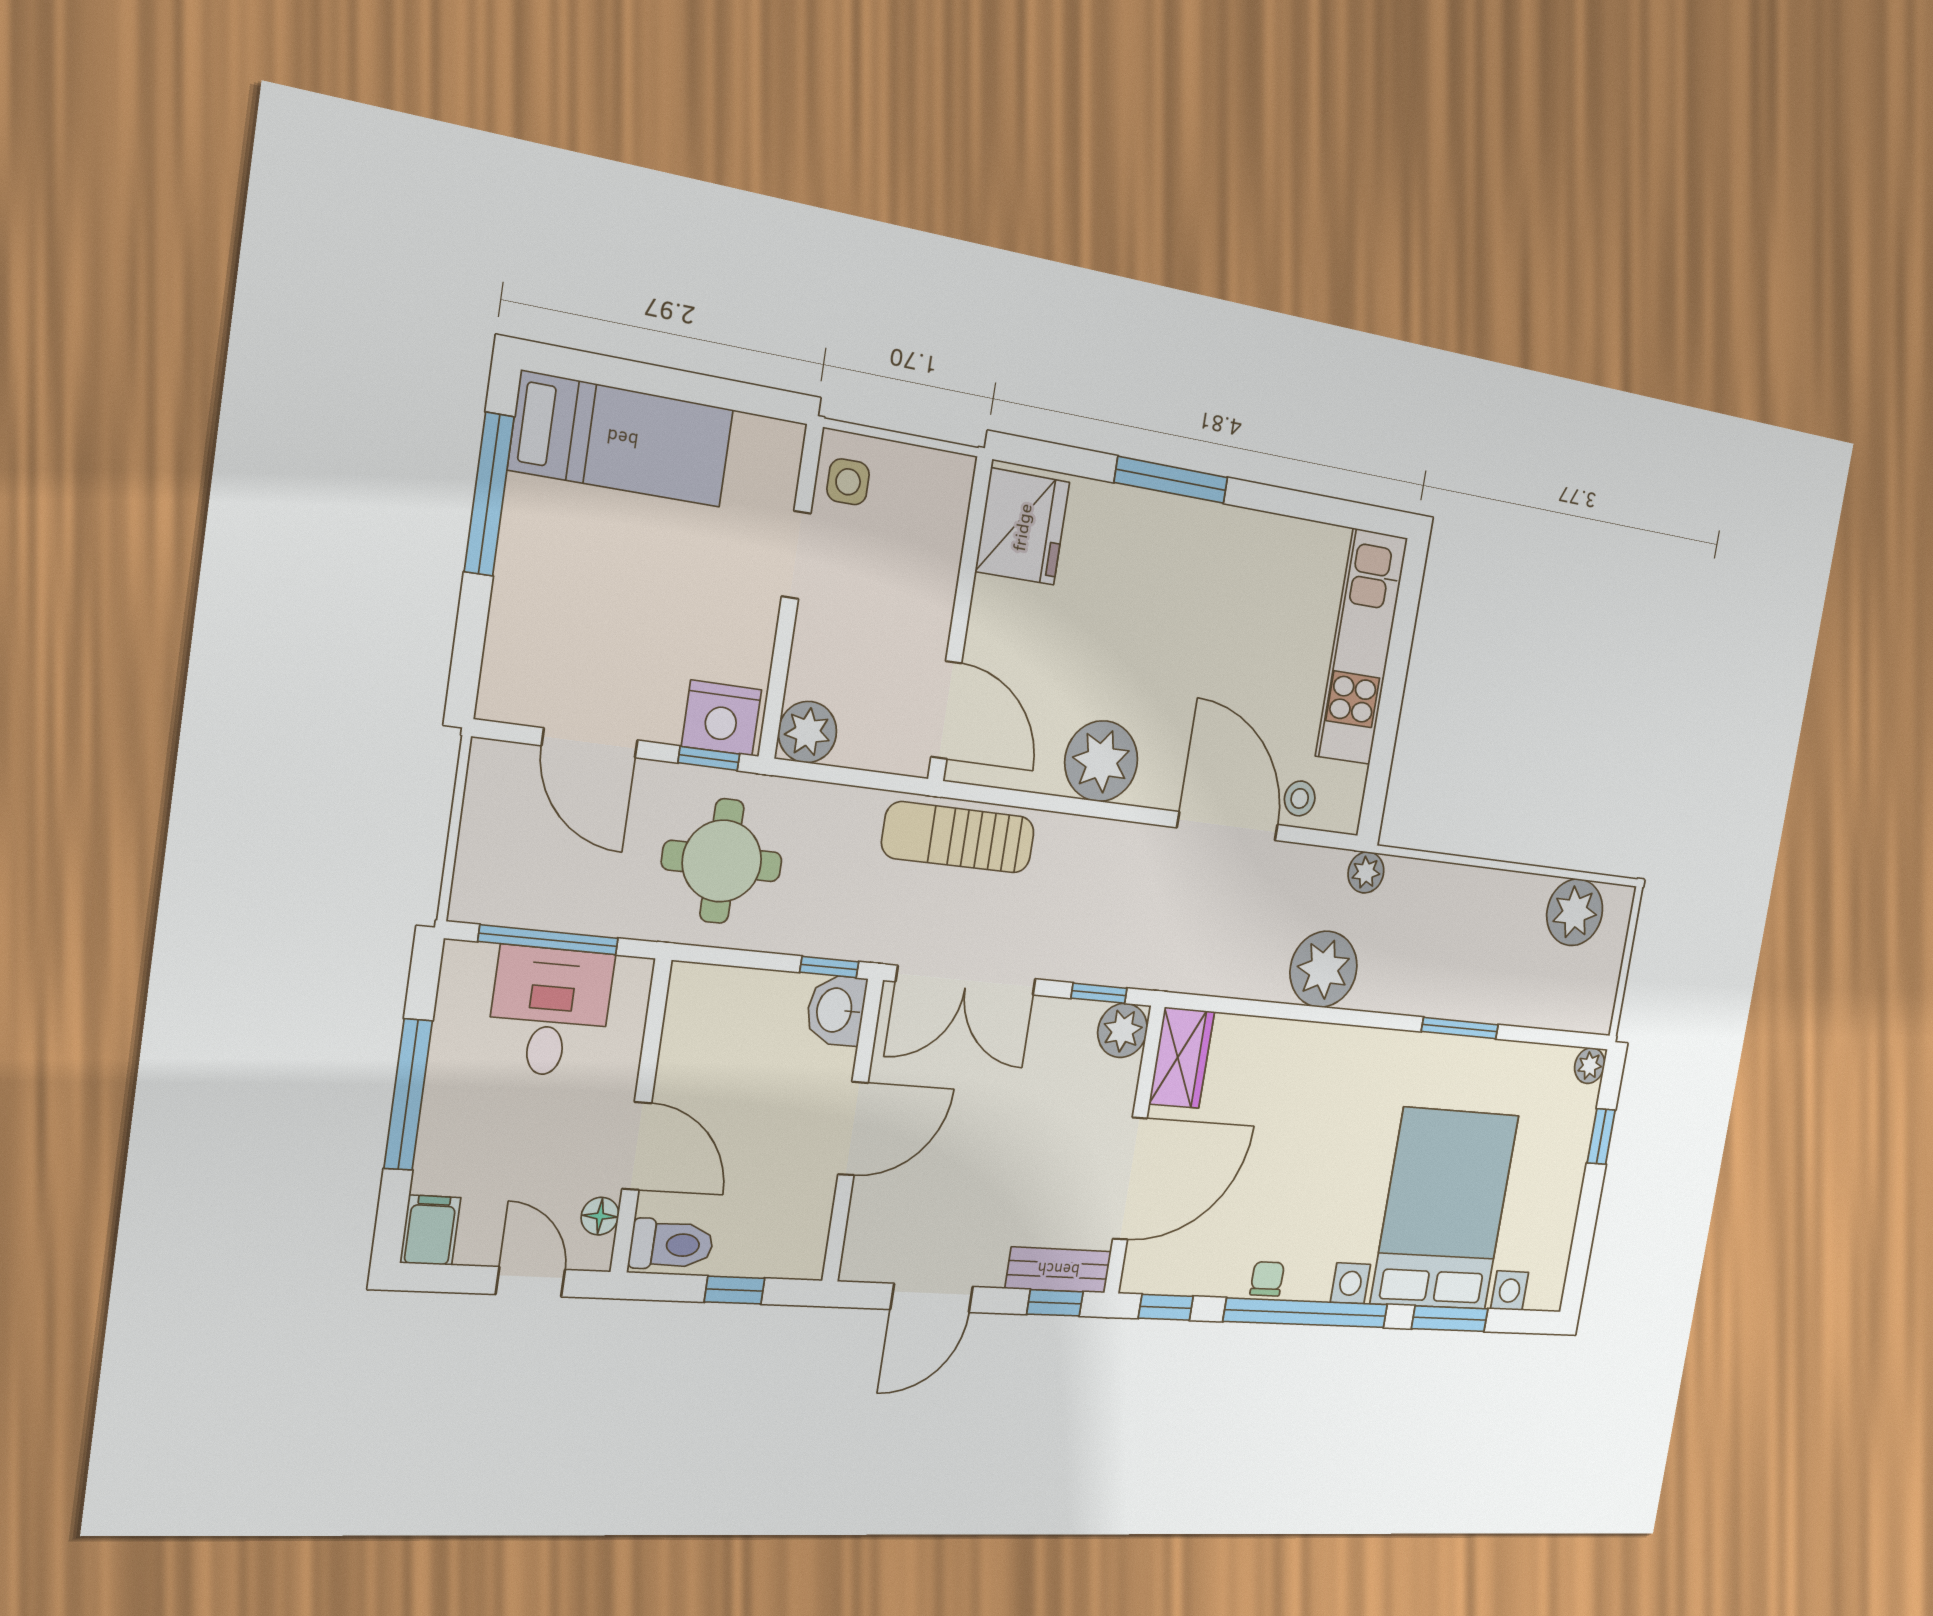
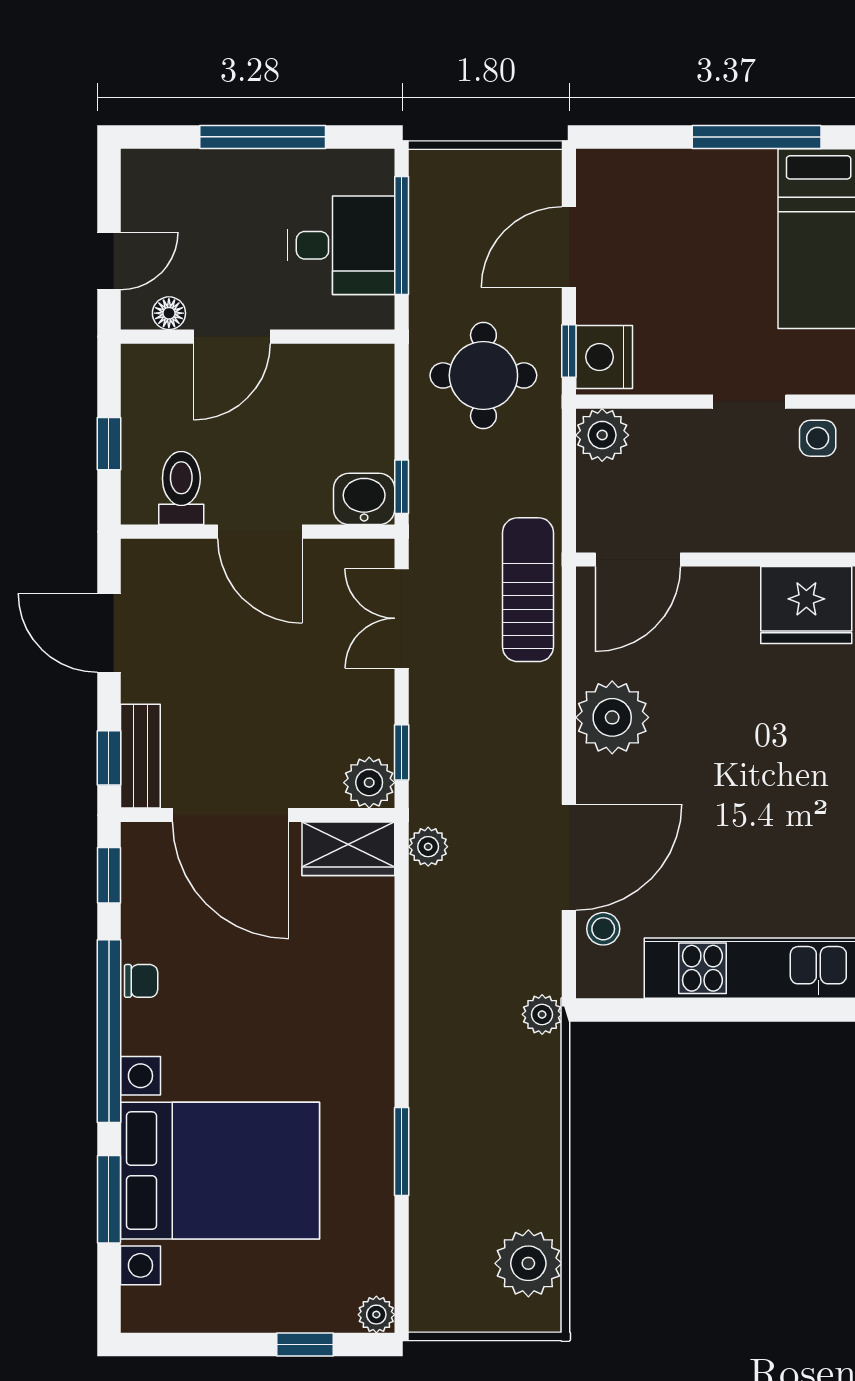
plant: (1324, 969) -> (428, 847), moved, width x0.53, depth x0.53
double door: (966, 980) -> (402, 618), width x0.73
filing cabinet: (430, 1230) -> (150, 170), removed
toilet: (672, 1245) -> (181, 488), moved, turned 180

